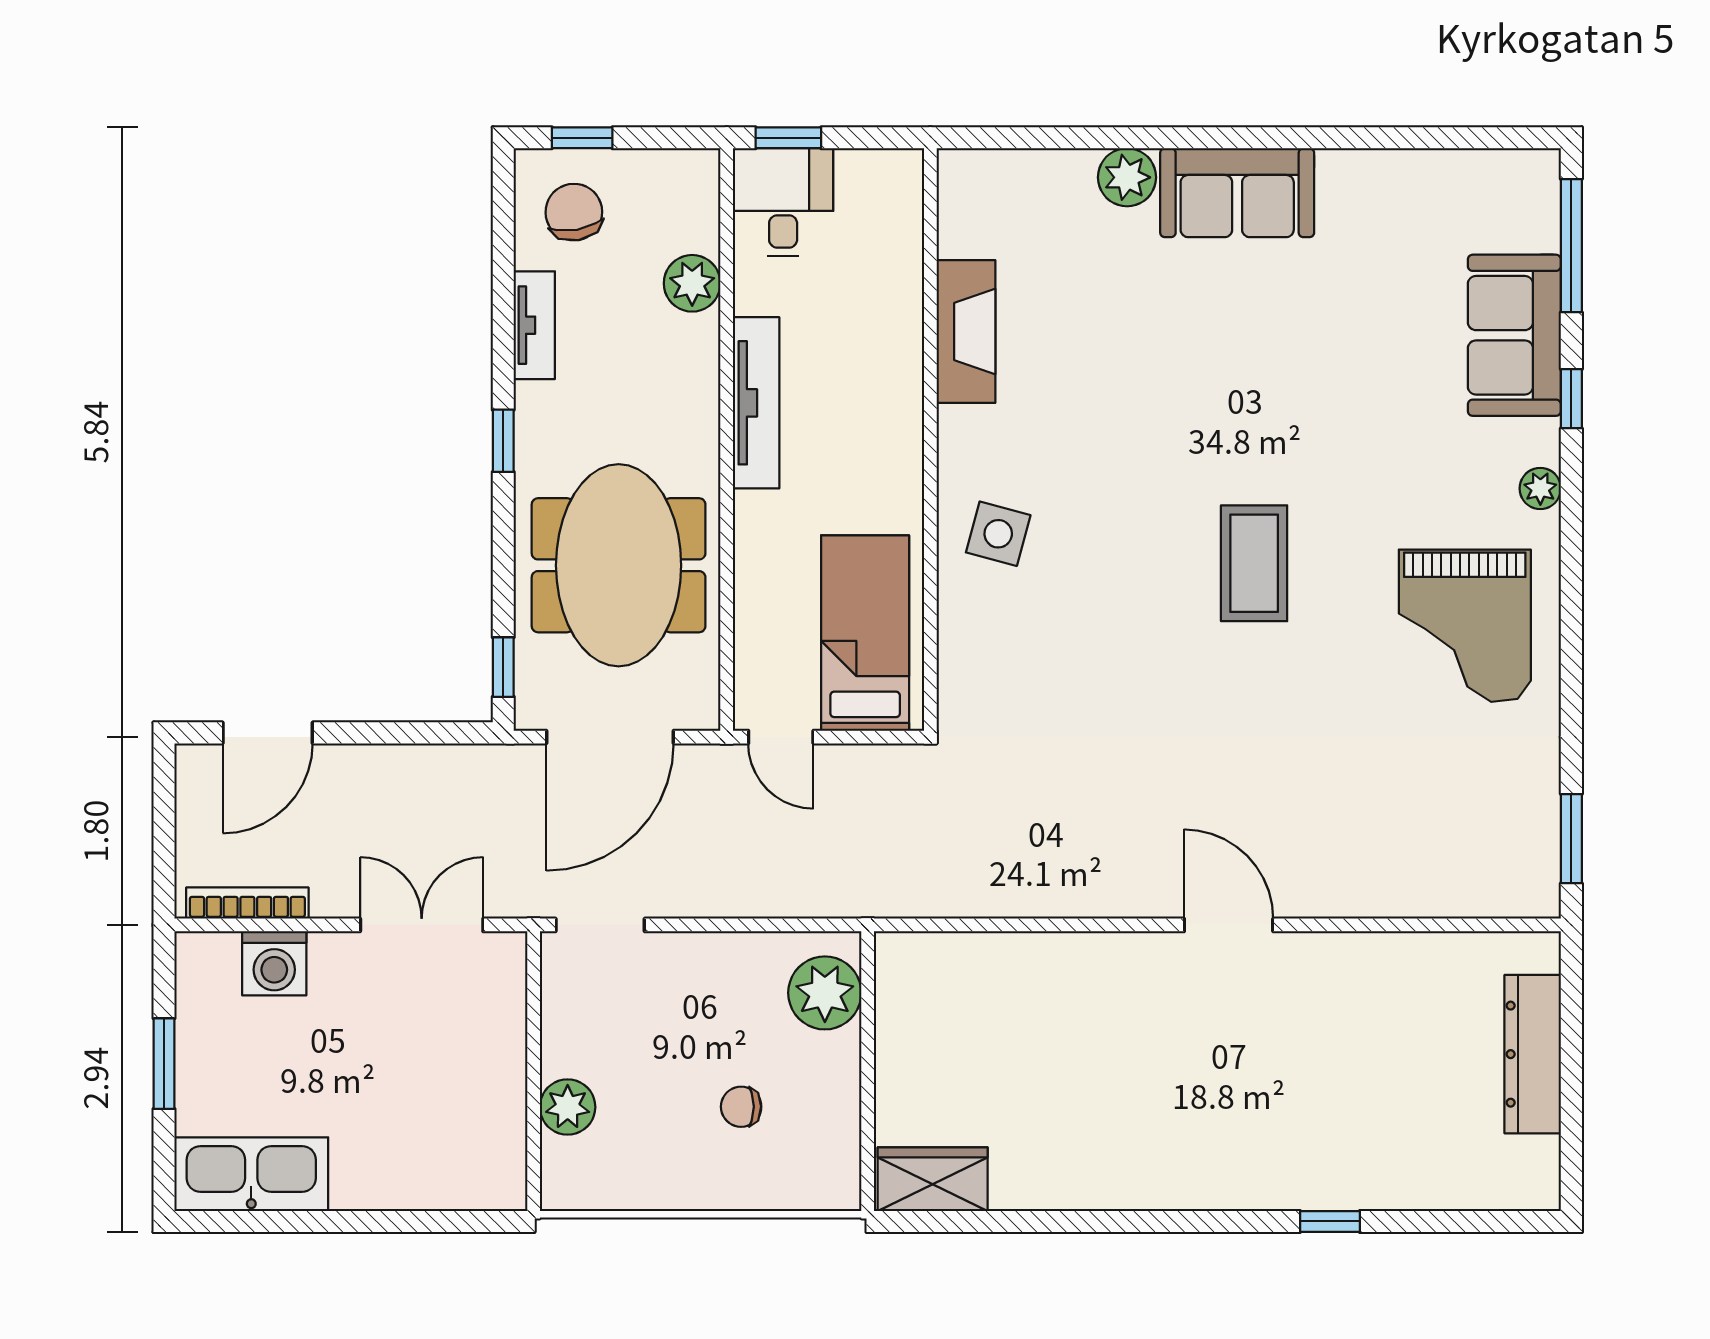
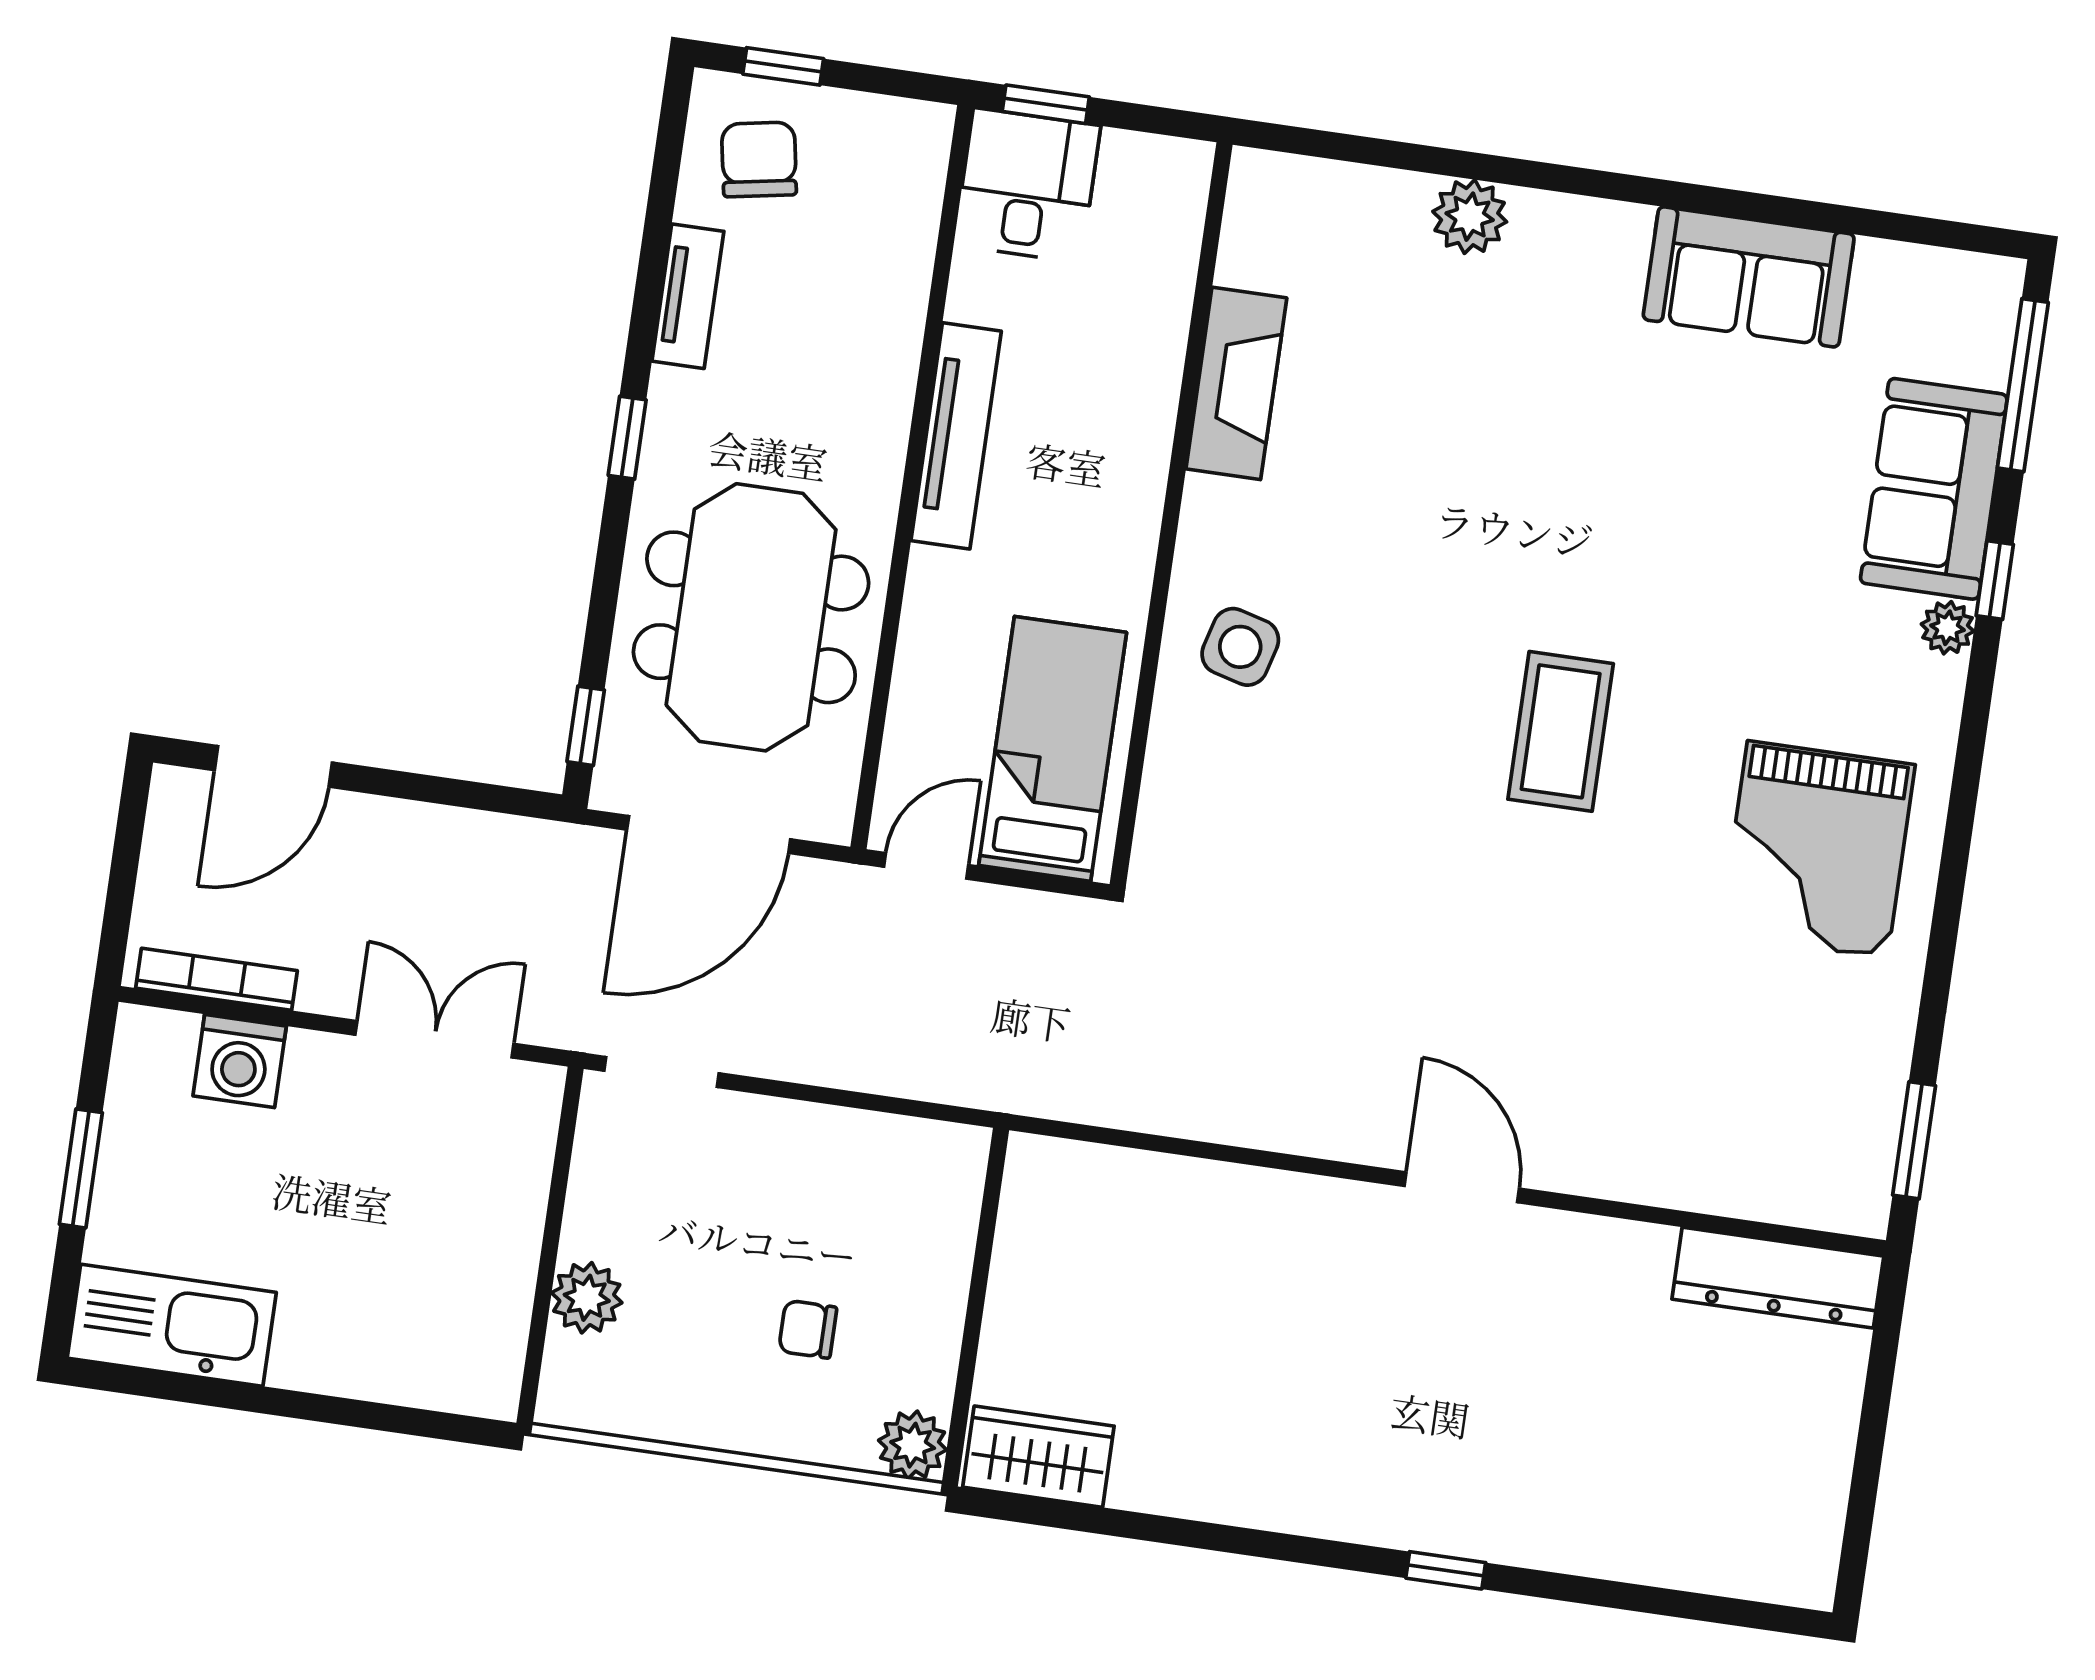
sofa: (1237, 193) -> (1749, 277), moved
plant: (692, 283) -> (897, 272), removed
plant: (1540, 488) -> (1947, 628), moved
door: (781, 737) -> (926, 866), swing flipped
plant: (825, 993) -> (913, 1445), moved, width x0.73, depth x0.73
dresser: (1533, 1054) -> (1778, 1278), moved, turned -90
window: (1330, 1221) -> (1446, 1570), moved

